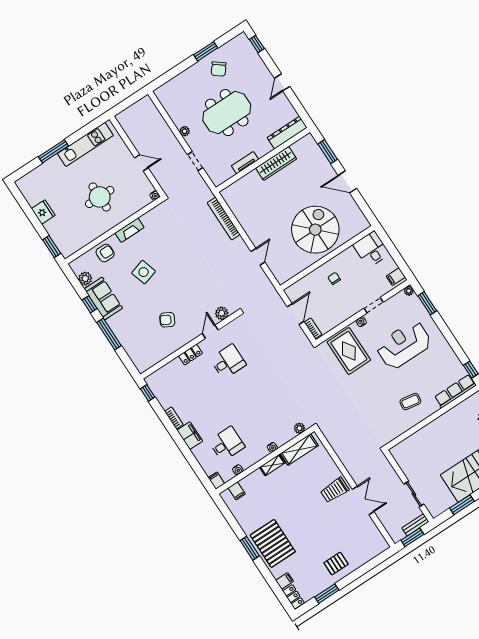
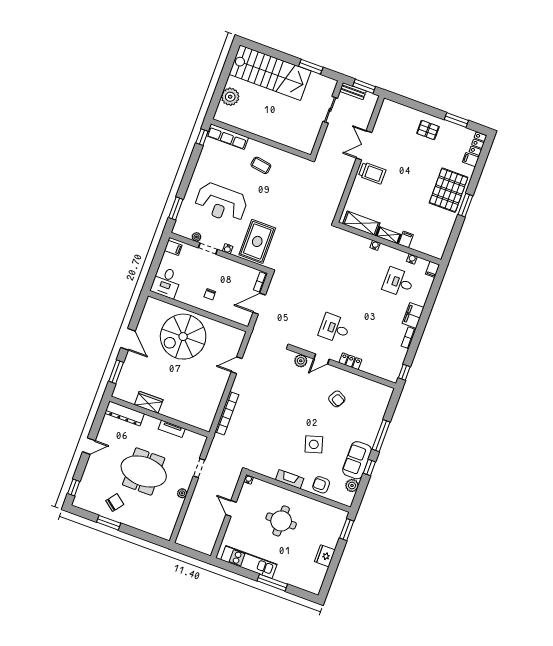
wardrobe: (276, 163) -> (149, 402), width x0.67
plant: (409, 291) -> (196, 237), moved
plant: (299, 428) -> (345, 235), removed
filing cabinet: (237, 491) -> (406, 239), moved

